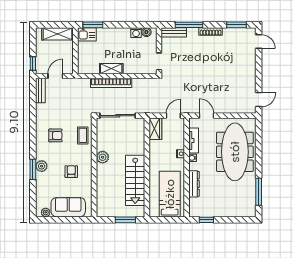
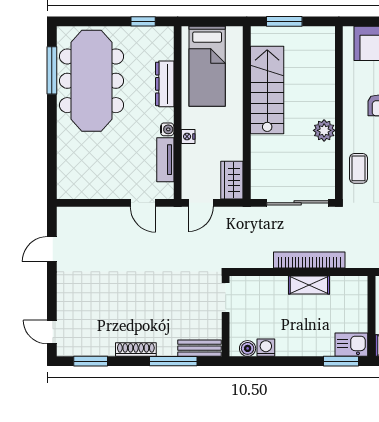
door: (259, 100) -> (52, 249), moved
meeting table: (235, 152) -> (92, 81), moved

